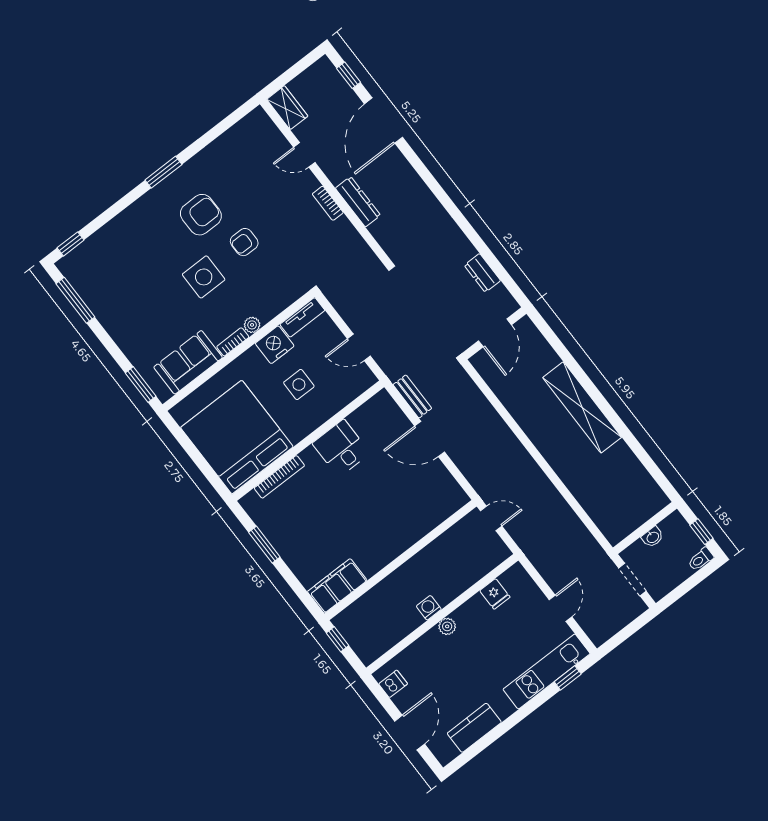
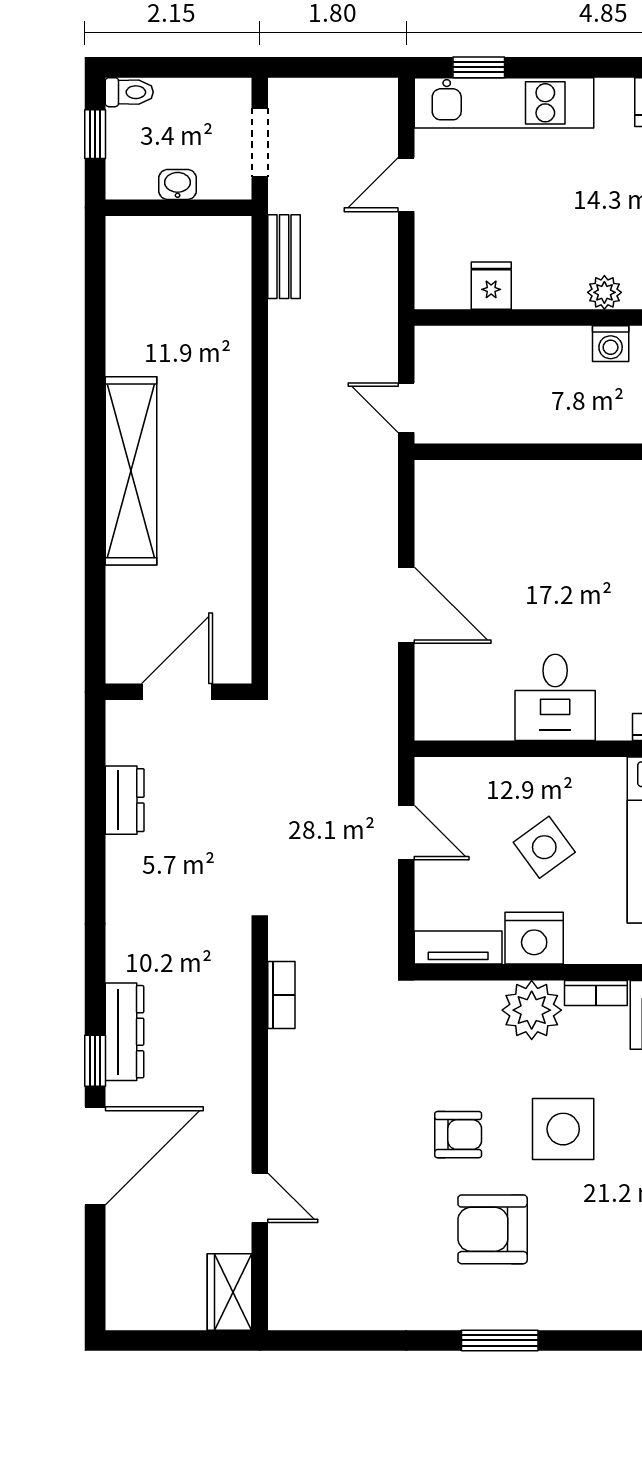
window: (349, 75) -> (95, 1061), moved
dresser: (358, 202) -> (124, 1032), moved, turned 180
bookcase: (328, 203) -> (281, 995), moved
plant: (252, 325) -> (532, 1010), width x1.87, depth x1.87
side table: (299, 384) -> (544, 847), turned -36
bench: (412, 396) -> (284, 257), moved

